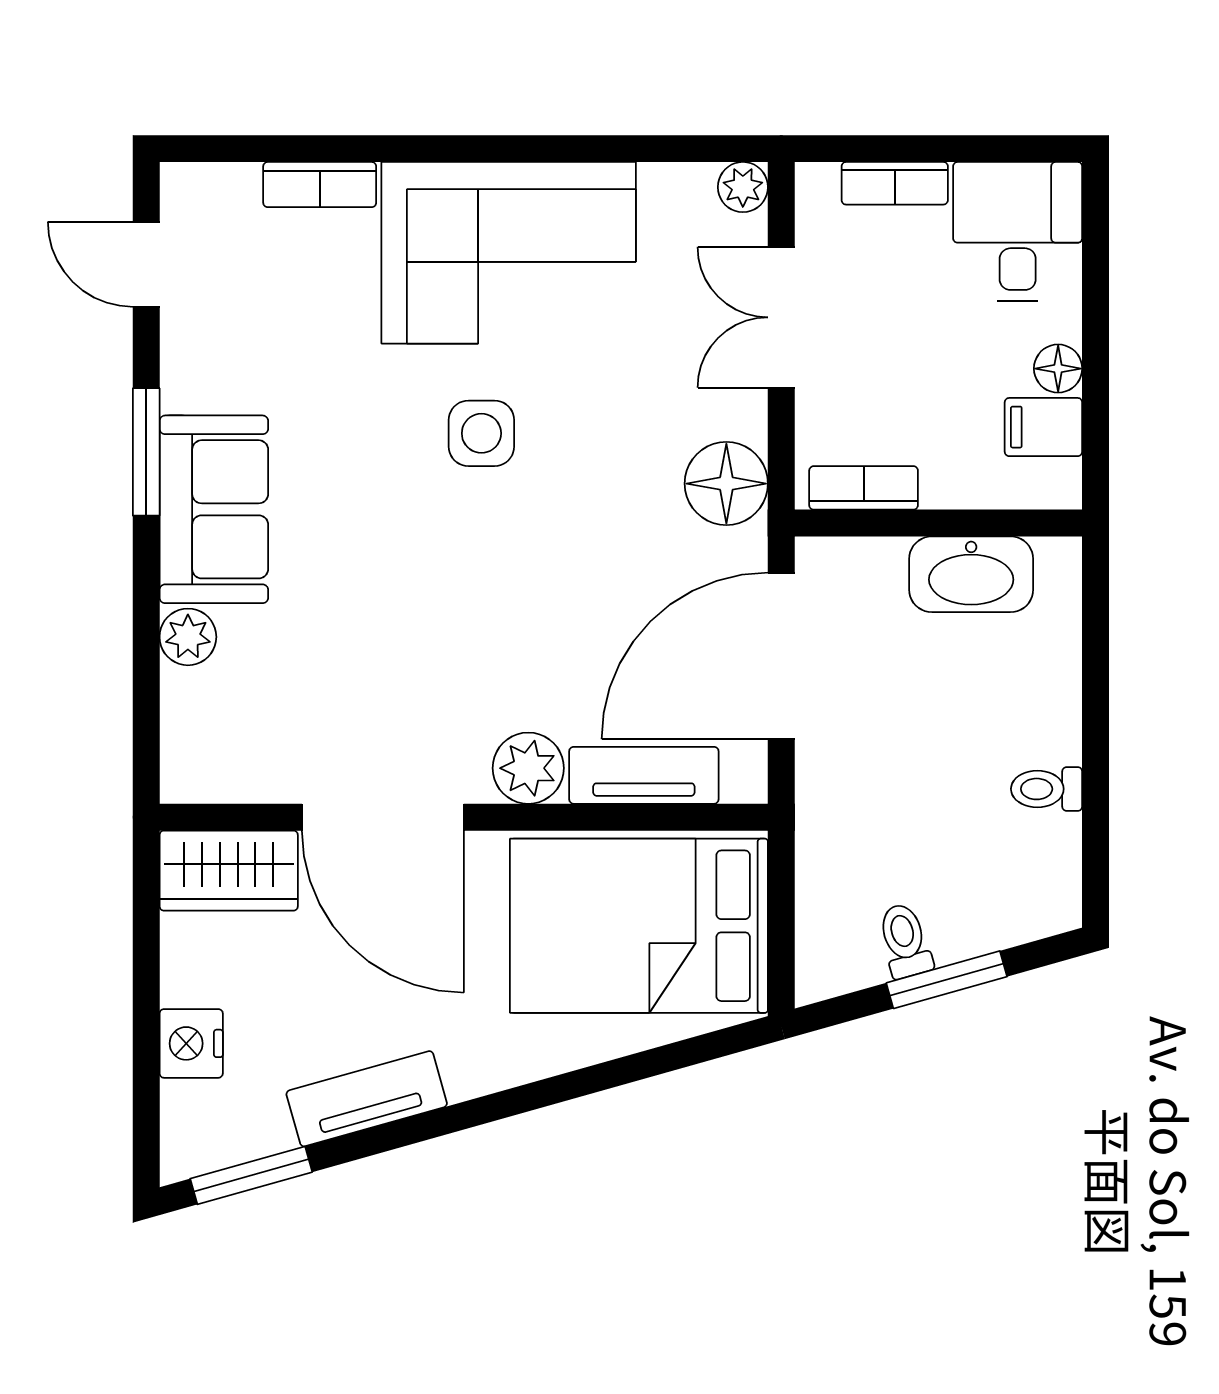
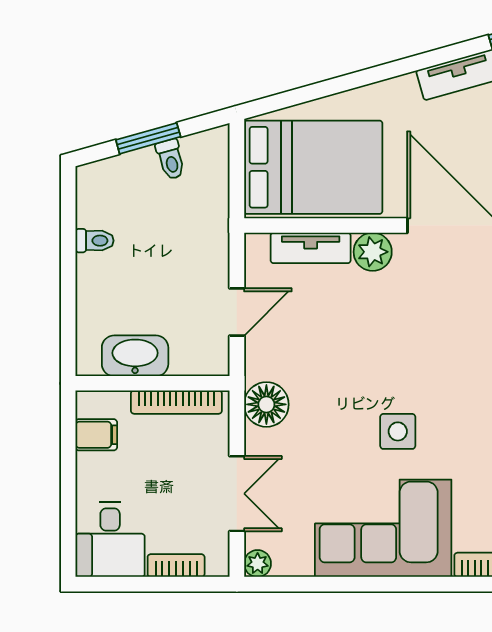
floor lamp: (1058, 369) -> (88, 466), removed
bookcase: (864, 488) -> (176, 402), width x1.56
door: (781, 656) -> (237, 312), width x0.53

